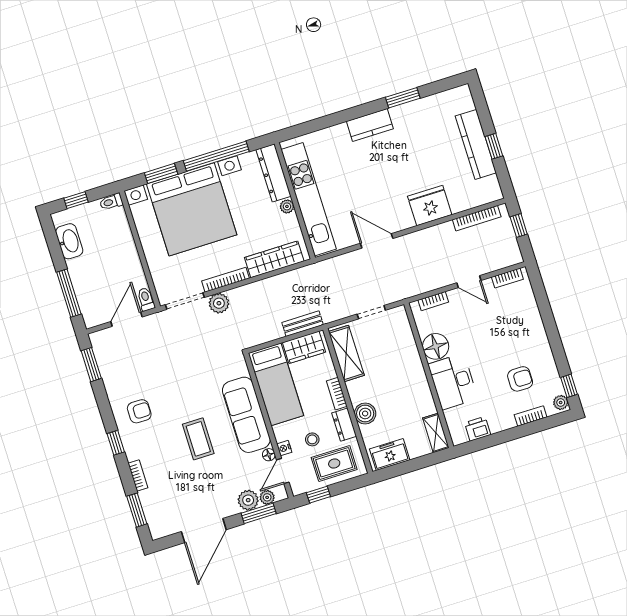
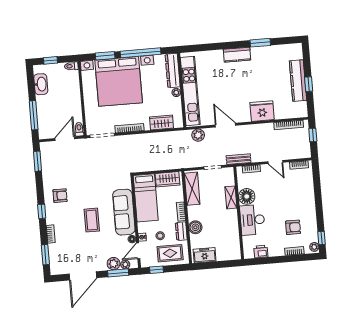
wardrobe: (274, 259) -> (162, 123), width x0.67
plant: (219, 303) -> (198, 135), moved
bench: (303, 324) -> (239, 159), moved
shelving: (436, 433) -> (231, 197), moved

